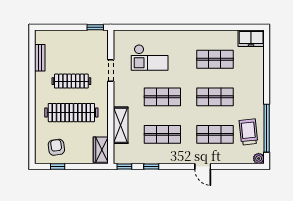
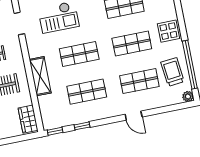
doorway: (111, 71) -> (19, 23), moved
display table: (253, 92) -> (168, 31), added
shelving: (121, 125) -> (40, 76), moved

